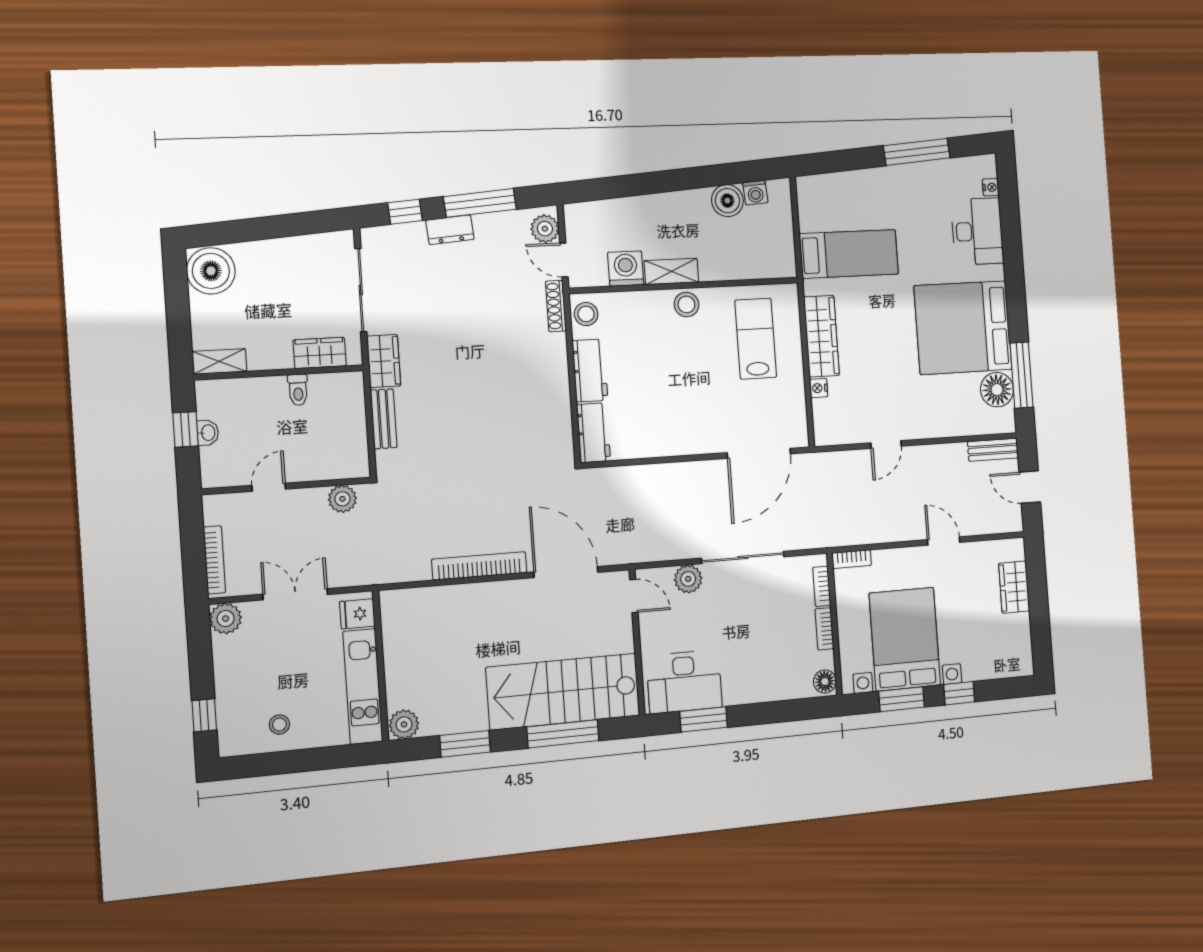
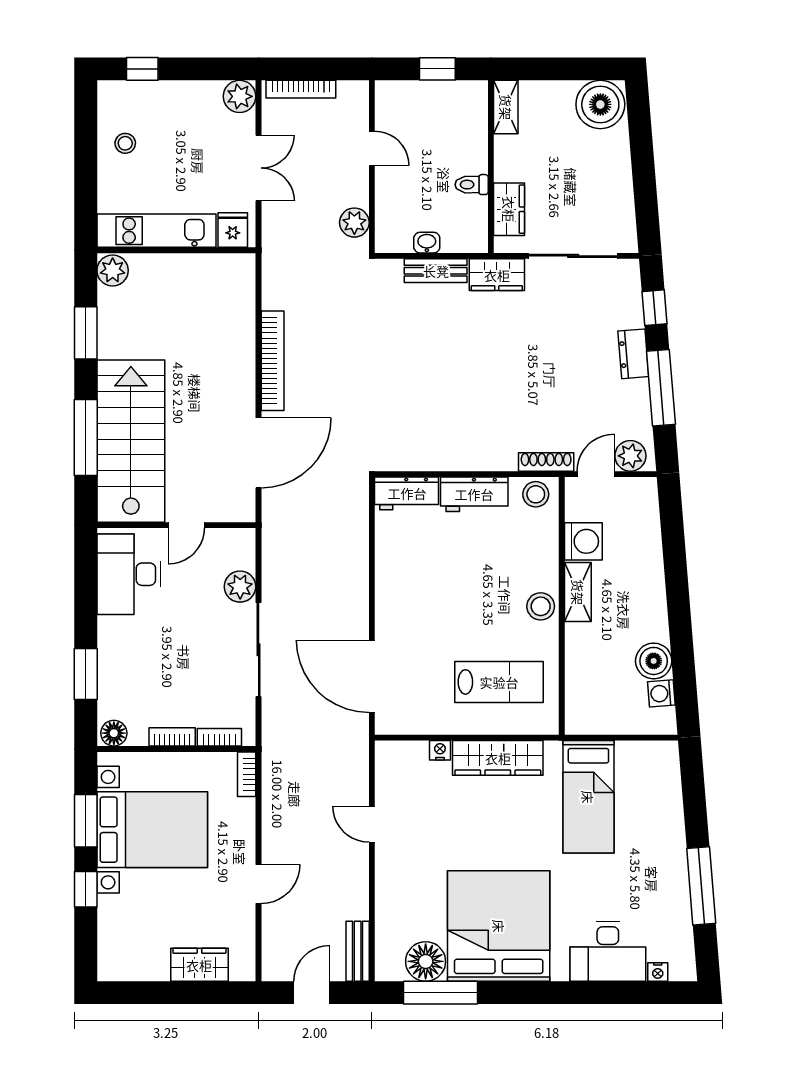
washbasin: (208, 433) -> (427, 243), moved, turned 180
door: (634, 596) -> (186, 525), moved
window: (704, 719) -> (86, 674), moved

